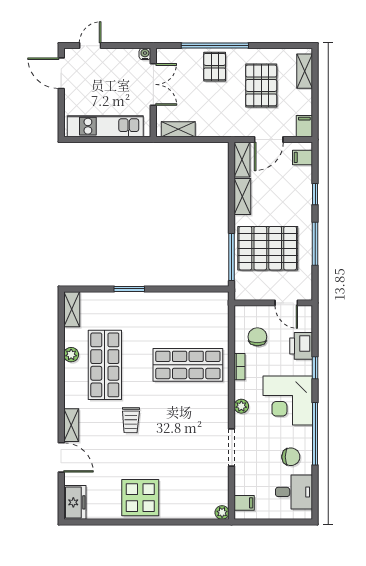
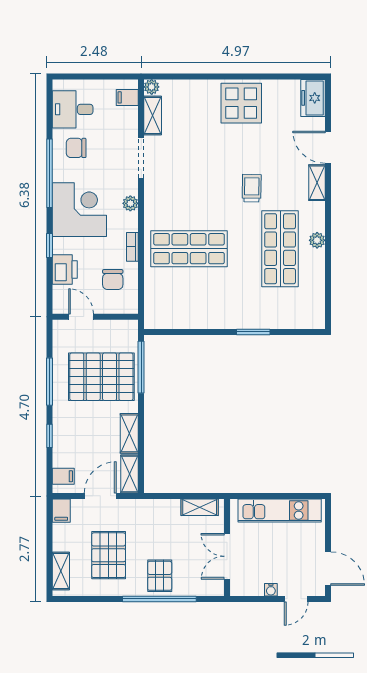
water cooler: (145, 54) -> (271, 590), moved
shelving: (72, 309) -> (153, 115), moved
plant: (71, 355) -> (317, 240), moved

